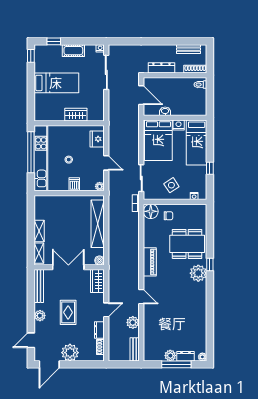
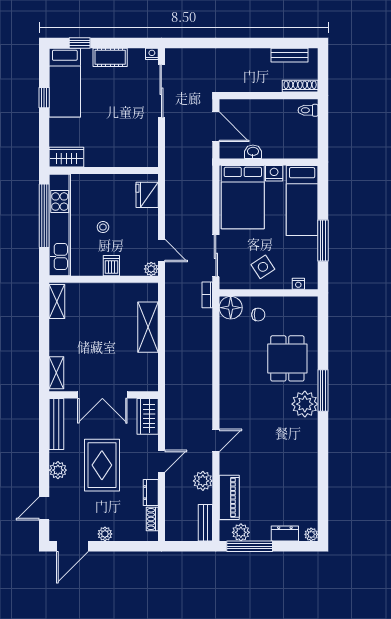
window: (31, 56) -> (44, 98), moved
dresser: (161, 68) -> (247, 84), removed
bed: (56, 83) -> (65, 83), moved, turned 90
wardrobe: (76, 115) -> (66, 157), moved
door: (106, 163) -> (161, 250), moved
window: (210, 168) -> (323, 241), width x2.17
shelving: (98, 224) -> (148, 327), width x0.68
shelving: (39, 231) -> (57, 302), moved
dining table: (187, 244) -> (287, 358), width x0.73
boiler: (99, 260) -> (151, 384), removed
piano: (150, 262) -> (229, 497), moved
window: (210, 264) -> (323, 390), width x2.17
double door: (68, 267) -> (102, 395), swing flipped
door: (141, 297) -> (216, 440), hinge flipped
rug: (68, 312) -> (102, 465), width x1.36, depth x1.43
plant: (70, 353) -> (105, 534), width x0.53, depth x0.53
plant: (170, 356) -> (241, 532), moved
window: (176, 364) -> (250, 546), moved

